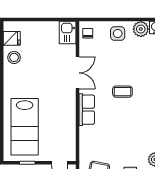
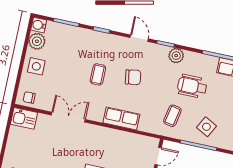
row of seats: (87, 110) -> (121, 119), moved
chair: (127, 124) -> (133, 77), added

